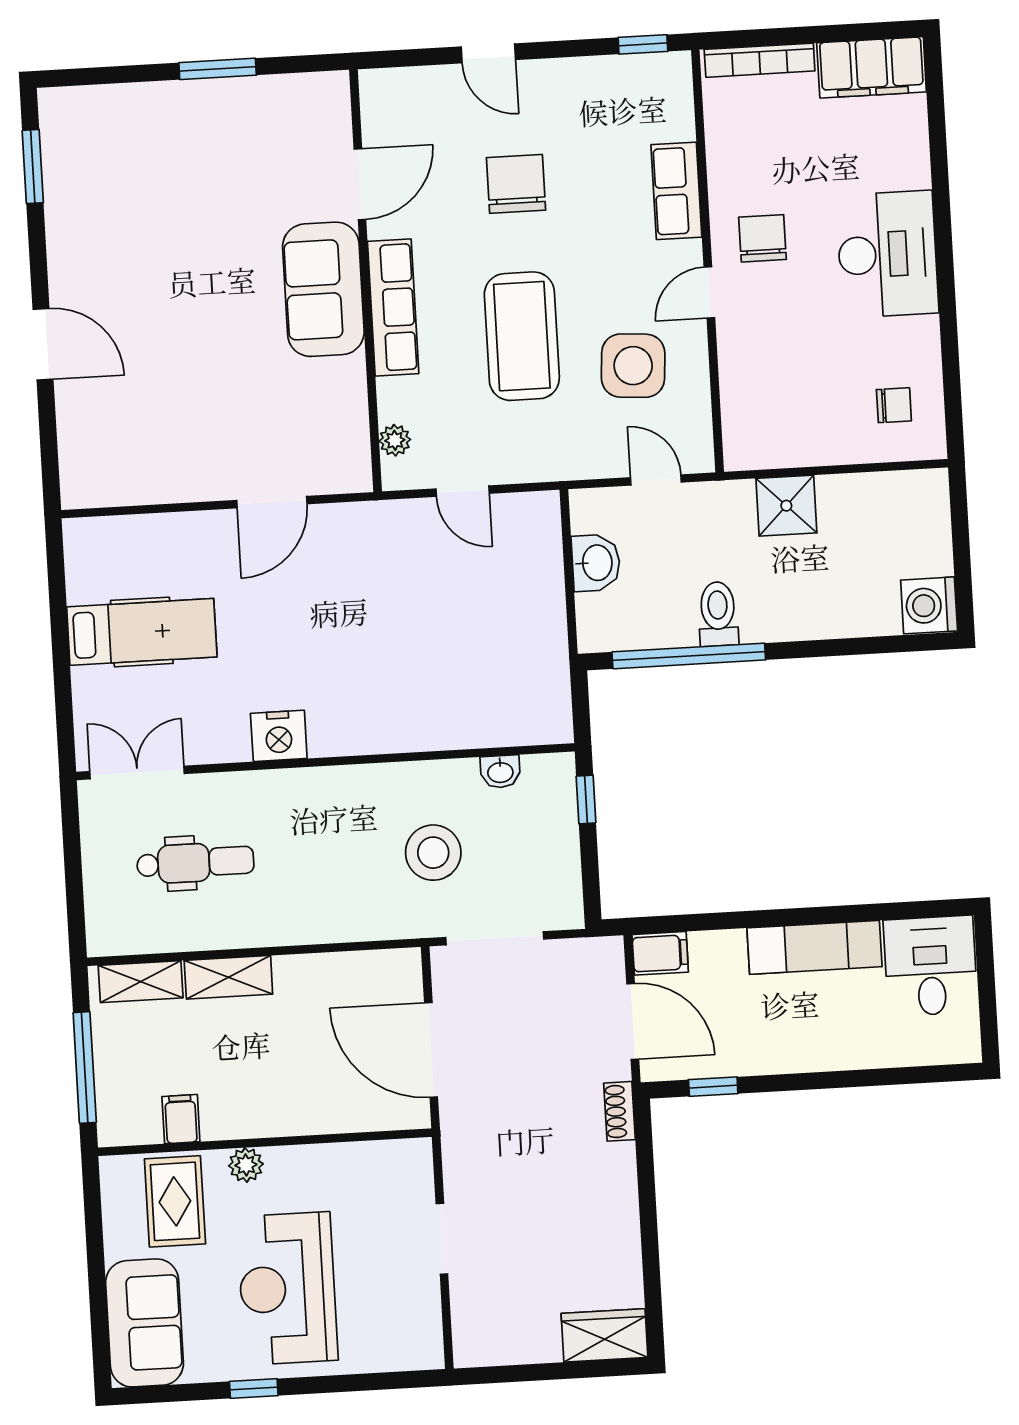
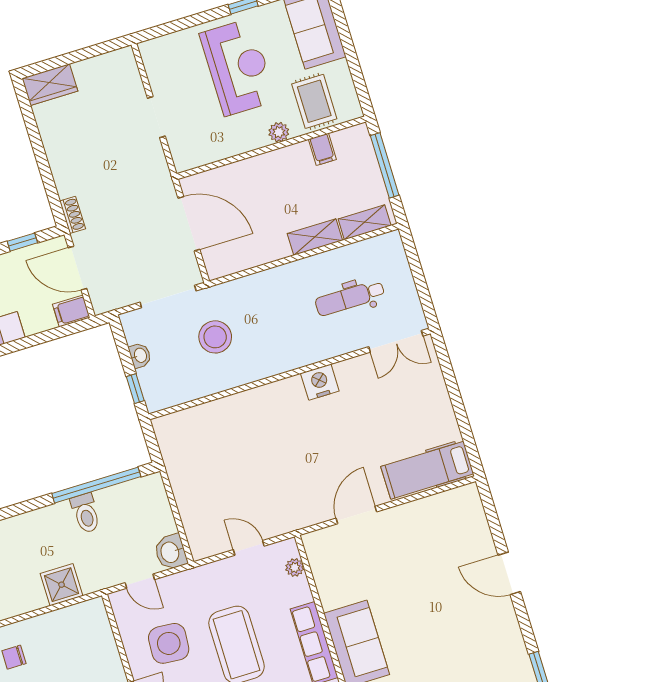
washbasin: (596, 563) -> (171, 552), moved
hospital bed: (142, 632) -> (427, 470), moved
washbasin: (500, 772) -> (140, 355), moved, turned 90

